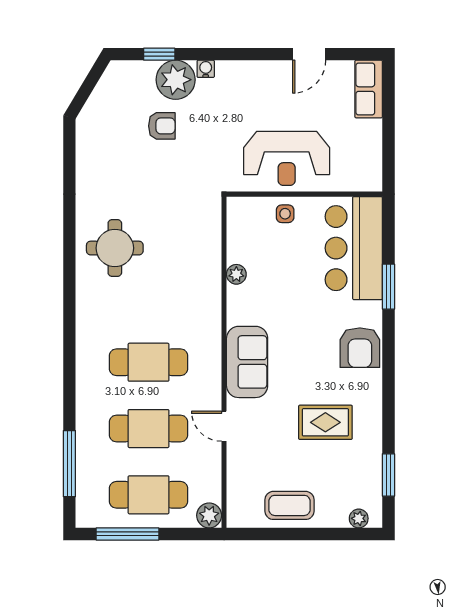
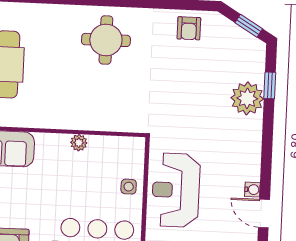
water cooler: (206, 69) -> (252, 190), moved
window: (90, 82) -> (249, 26), added
armchair: (162, 126) -> (189, 28), moved

